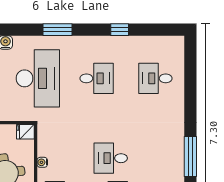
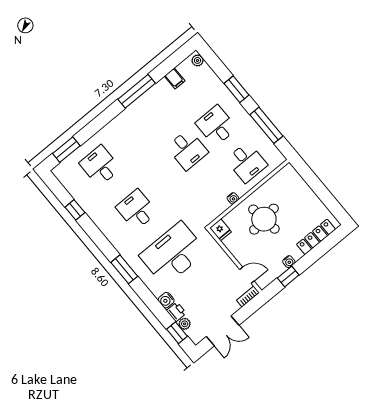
window: (120, 30) -> (75, 210), moved
window: (190, 62) -> (66, 150), added
desk: (155, 78) -> (100, 166), turned 180

